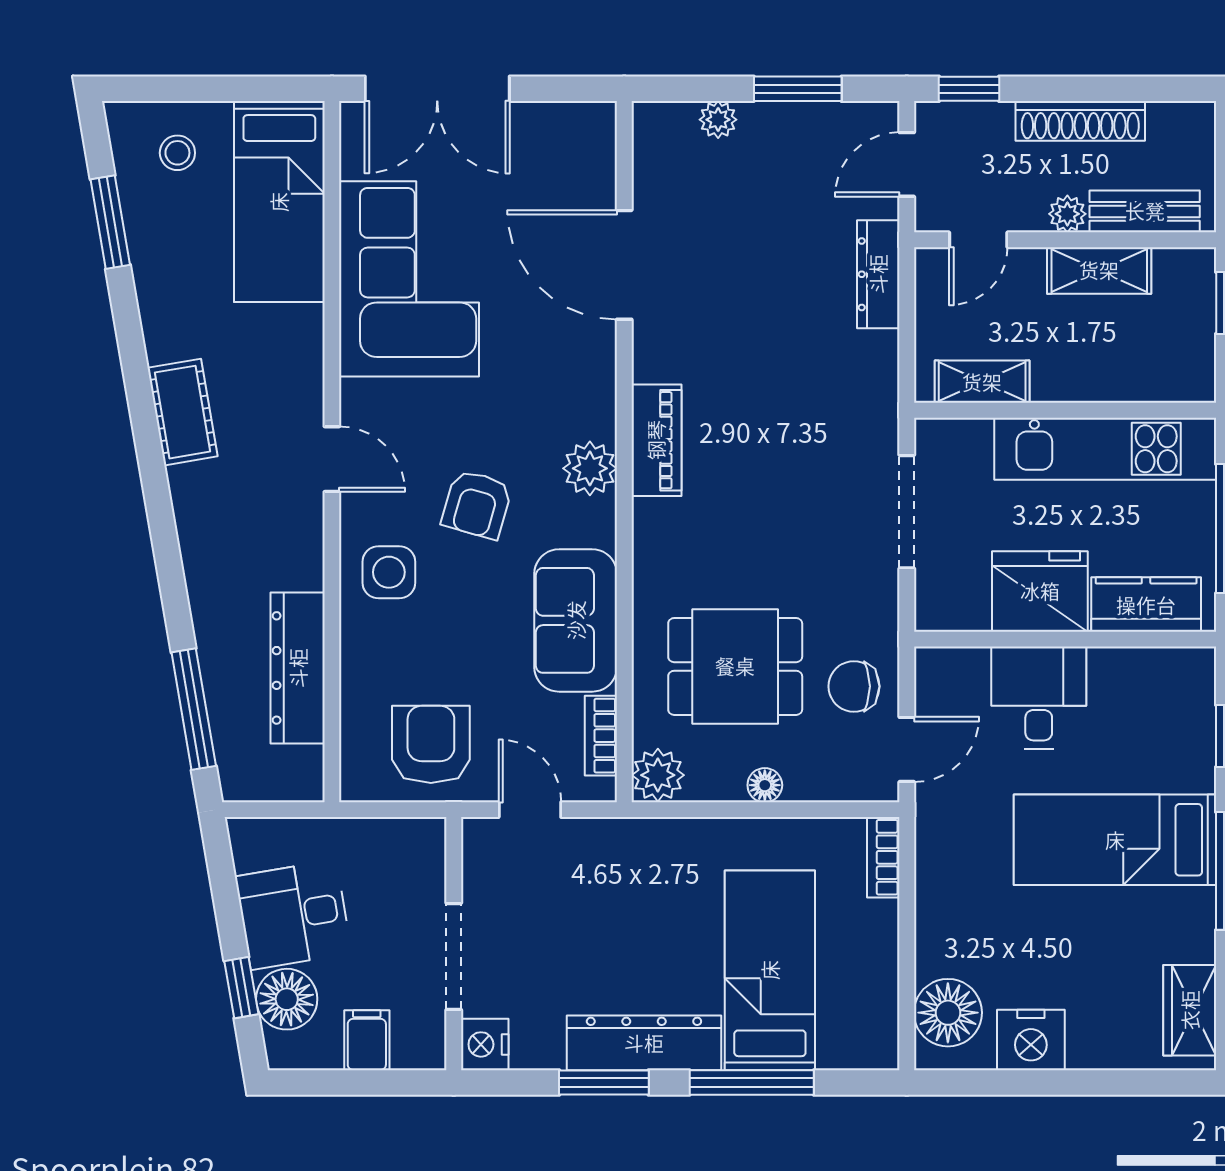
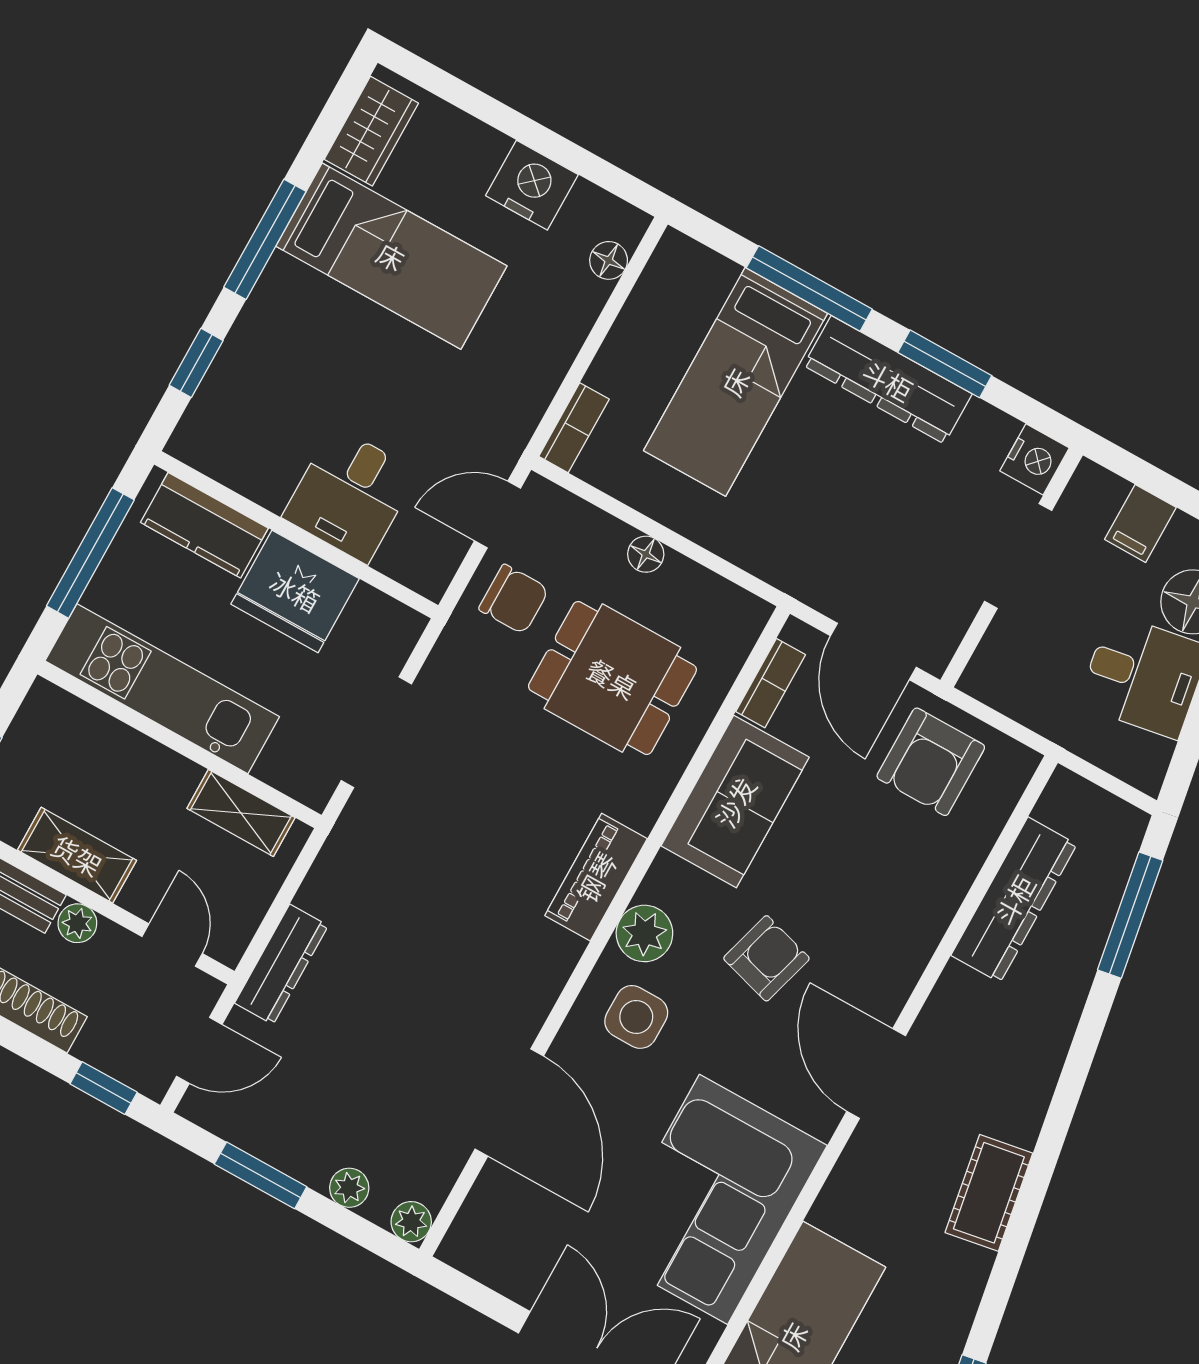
door: (978, 240) -> (172, 945), hinge flipped
piano: (656, 440) -> (596, 877), moved
door: (332, 459) -> (876, 1074), width x1.38
side table: (389, 572) -> (636, 1017), moved
plant: (658, 775) -> (411, 1222), moved, width x0.73, depth x0.73
door: (530, 810) -> (873, 651), width x1.38
bed: (1115, 840) -> (391, 256), moved
floor lamp: (948, 1013) -> (609, 260), width x0.53, depth x0.53

